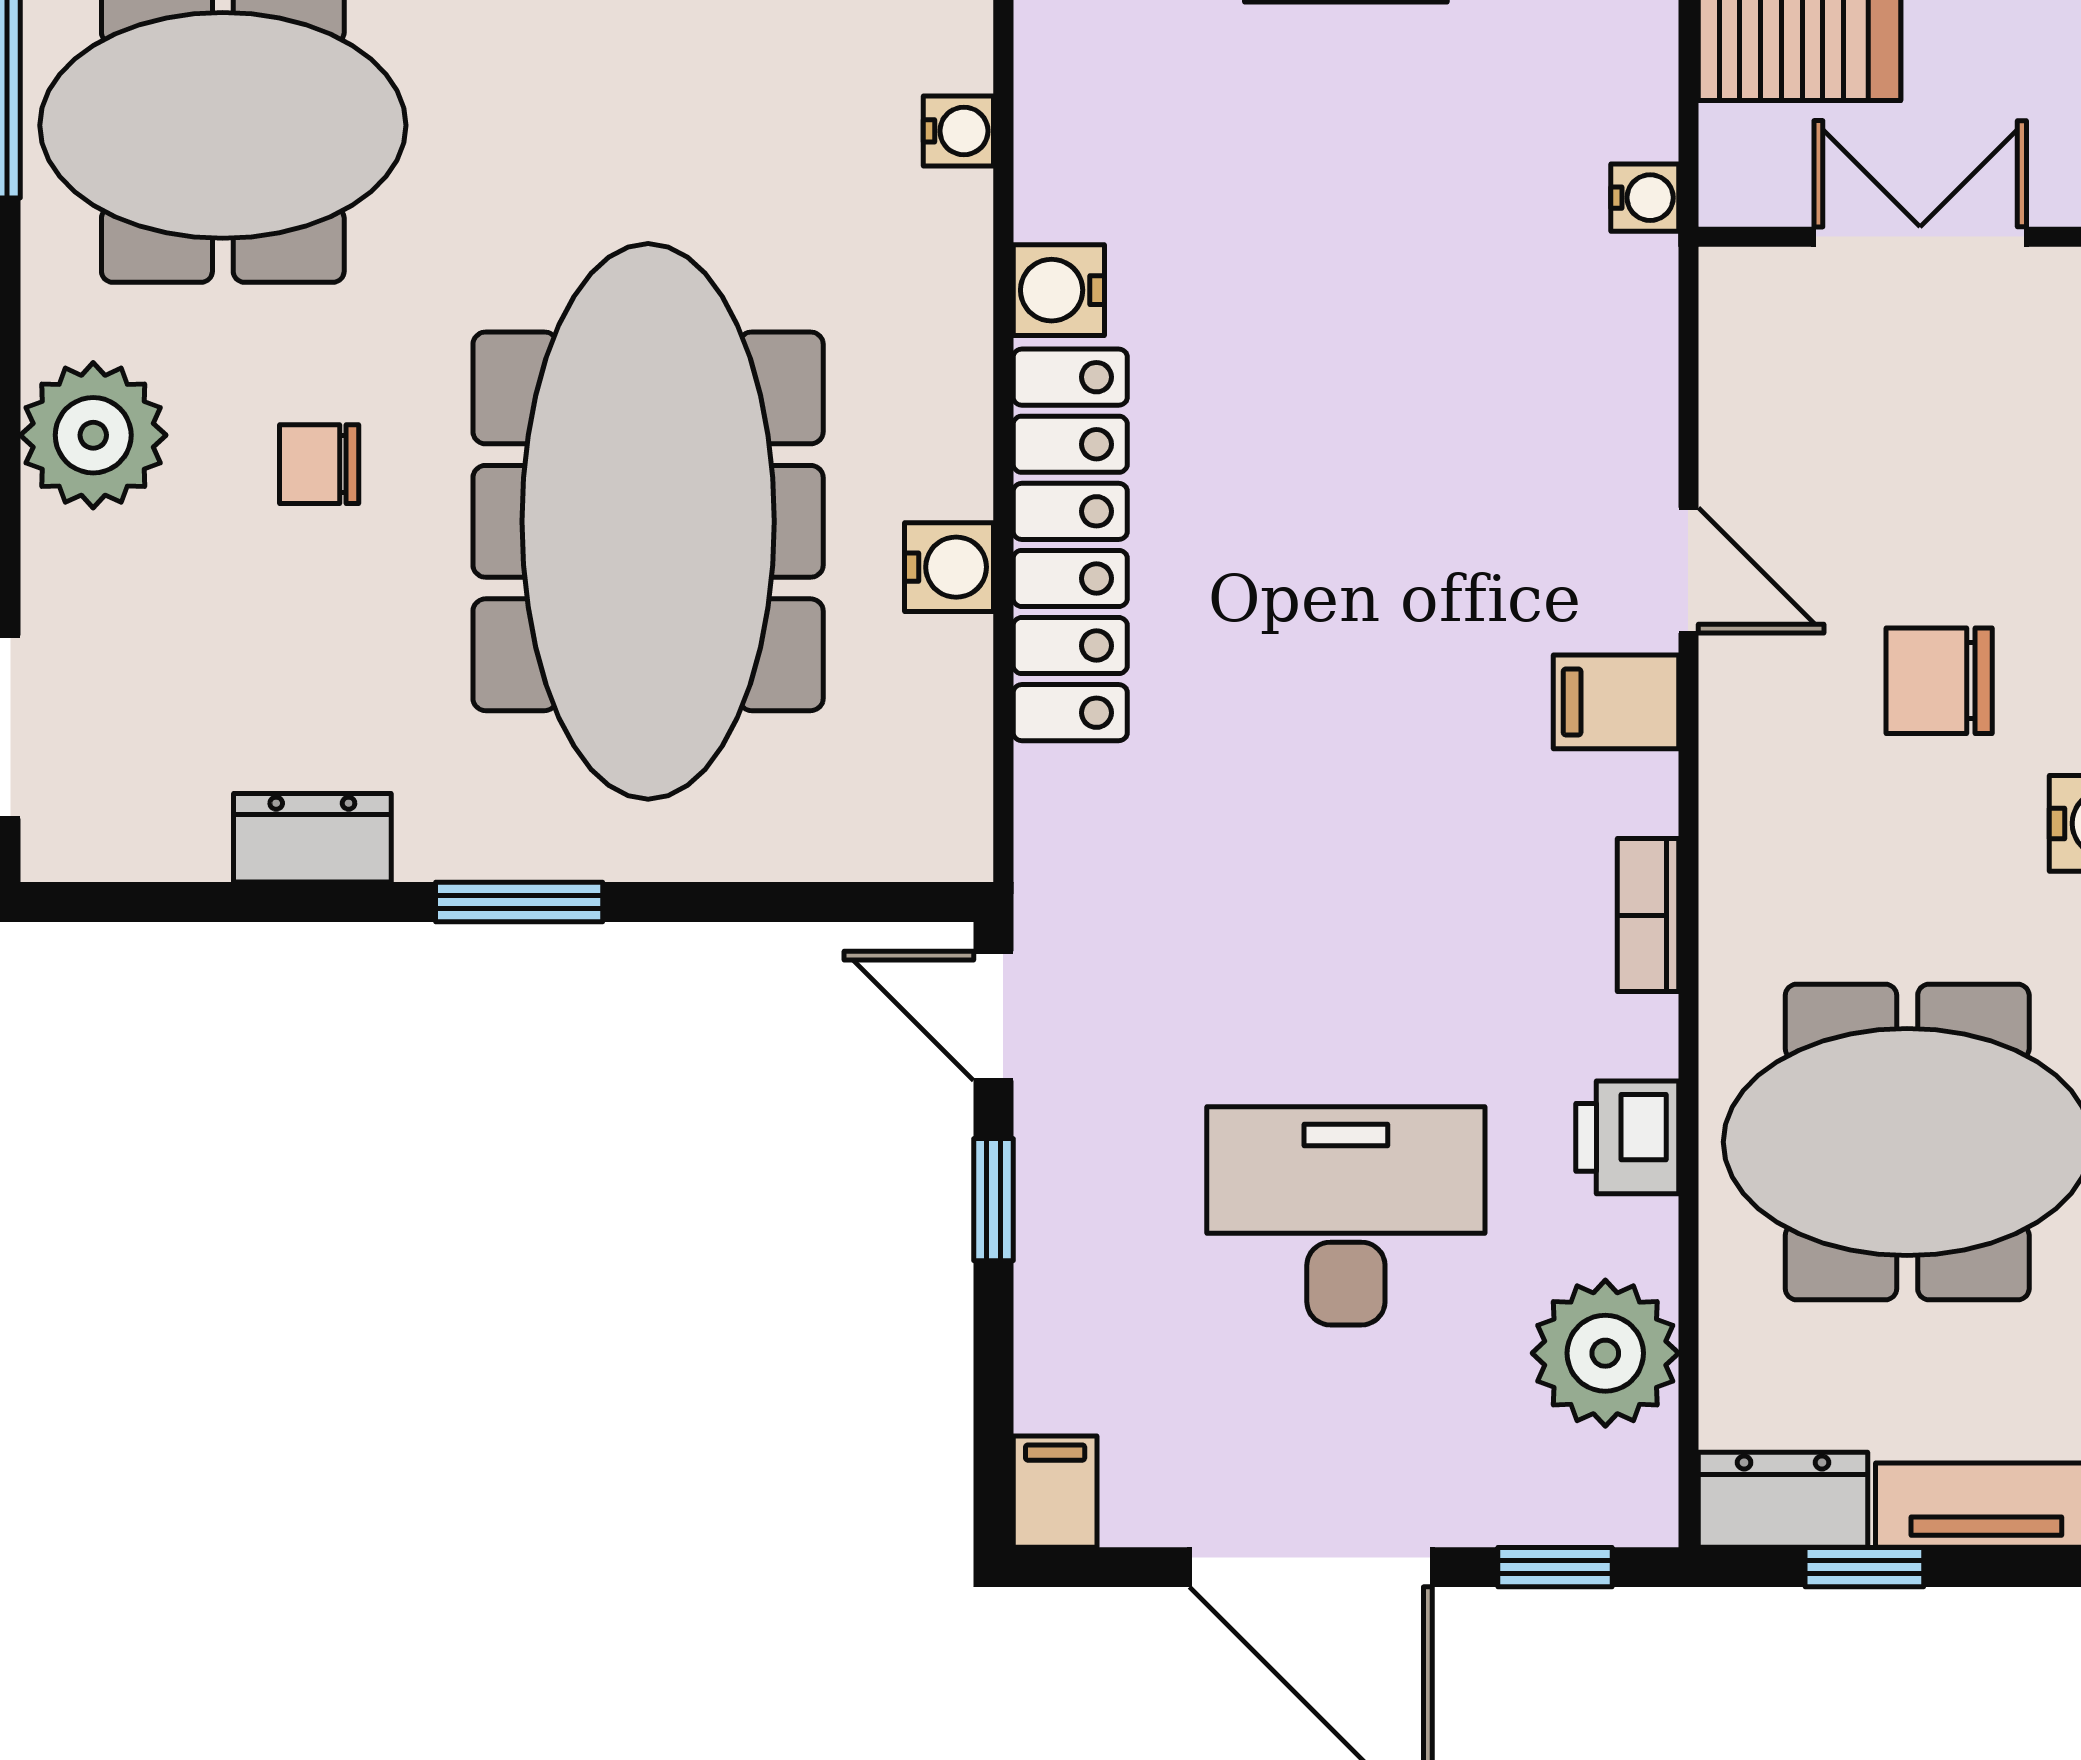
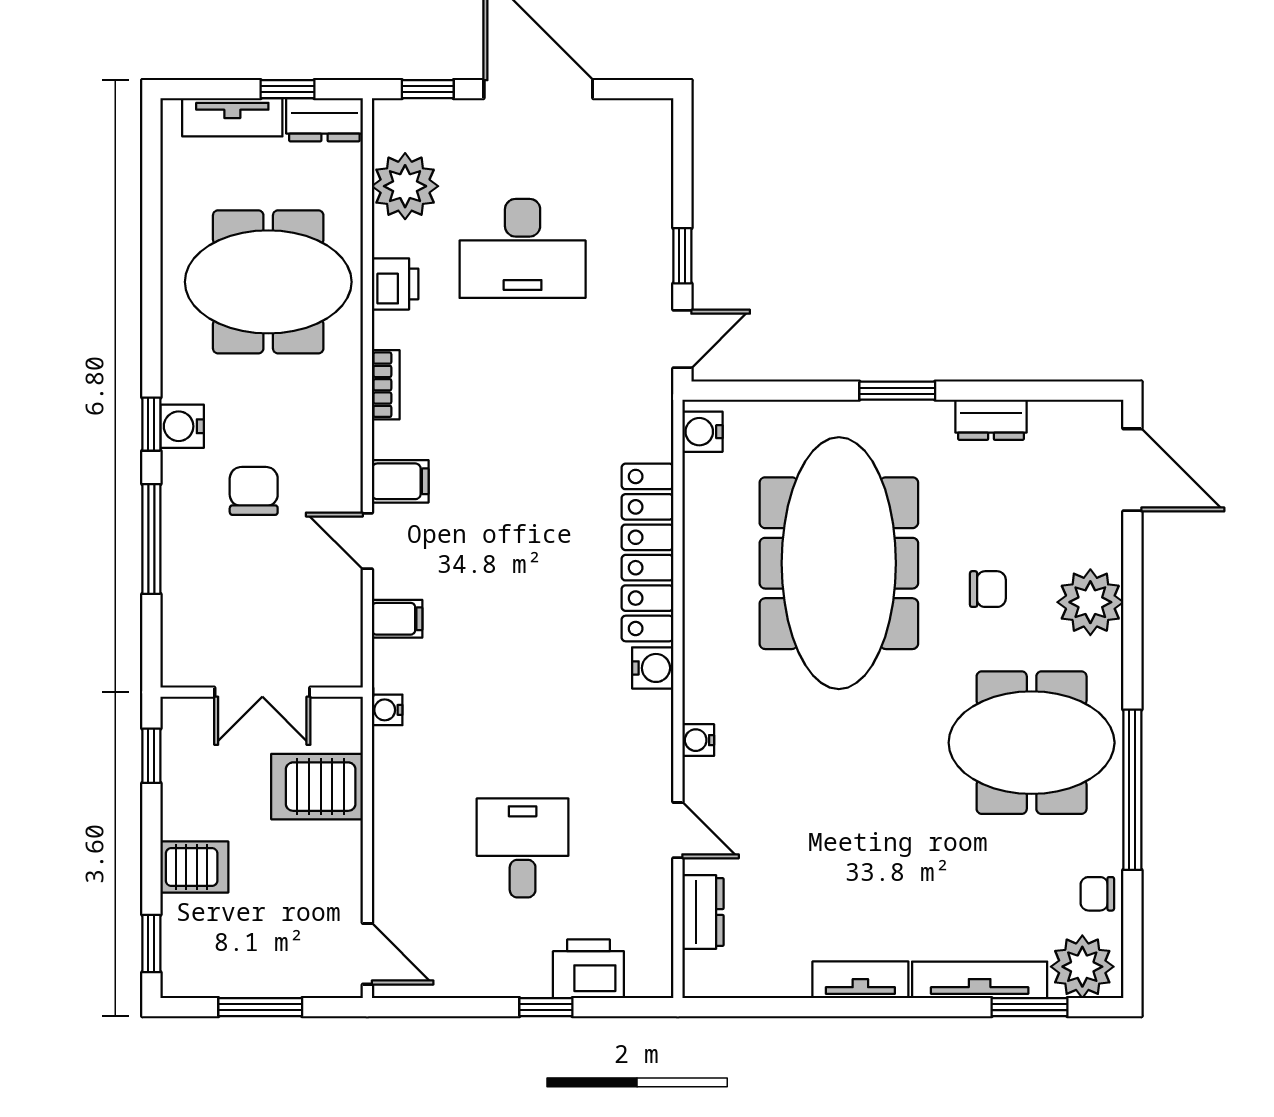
water cooler: (949, 567) -> (702, 432), moved
chair: (1939, 681) -> (254, 491), turned -90
door: (993, 1016) -> (682, 339), hinge flipped
filing cabinet: (1055, 1492) -> (397, 619), moved, turned -90

